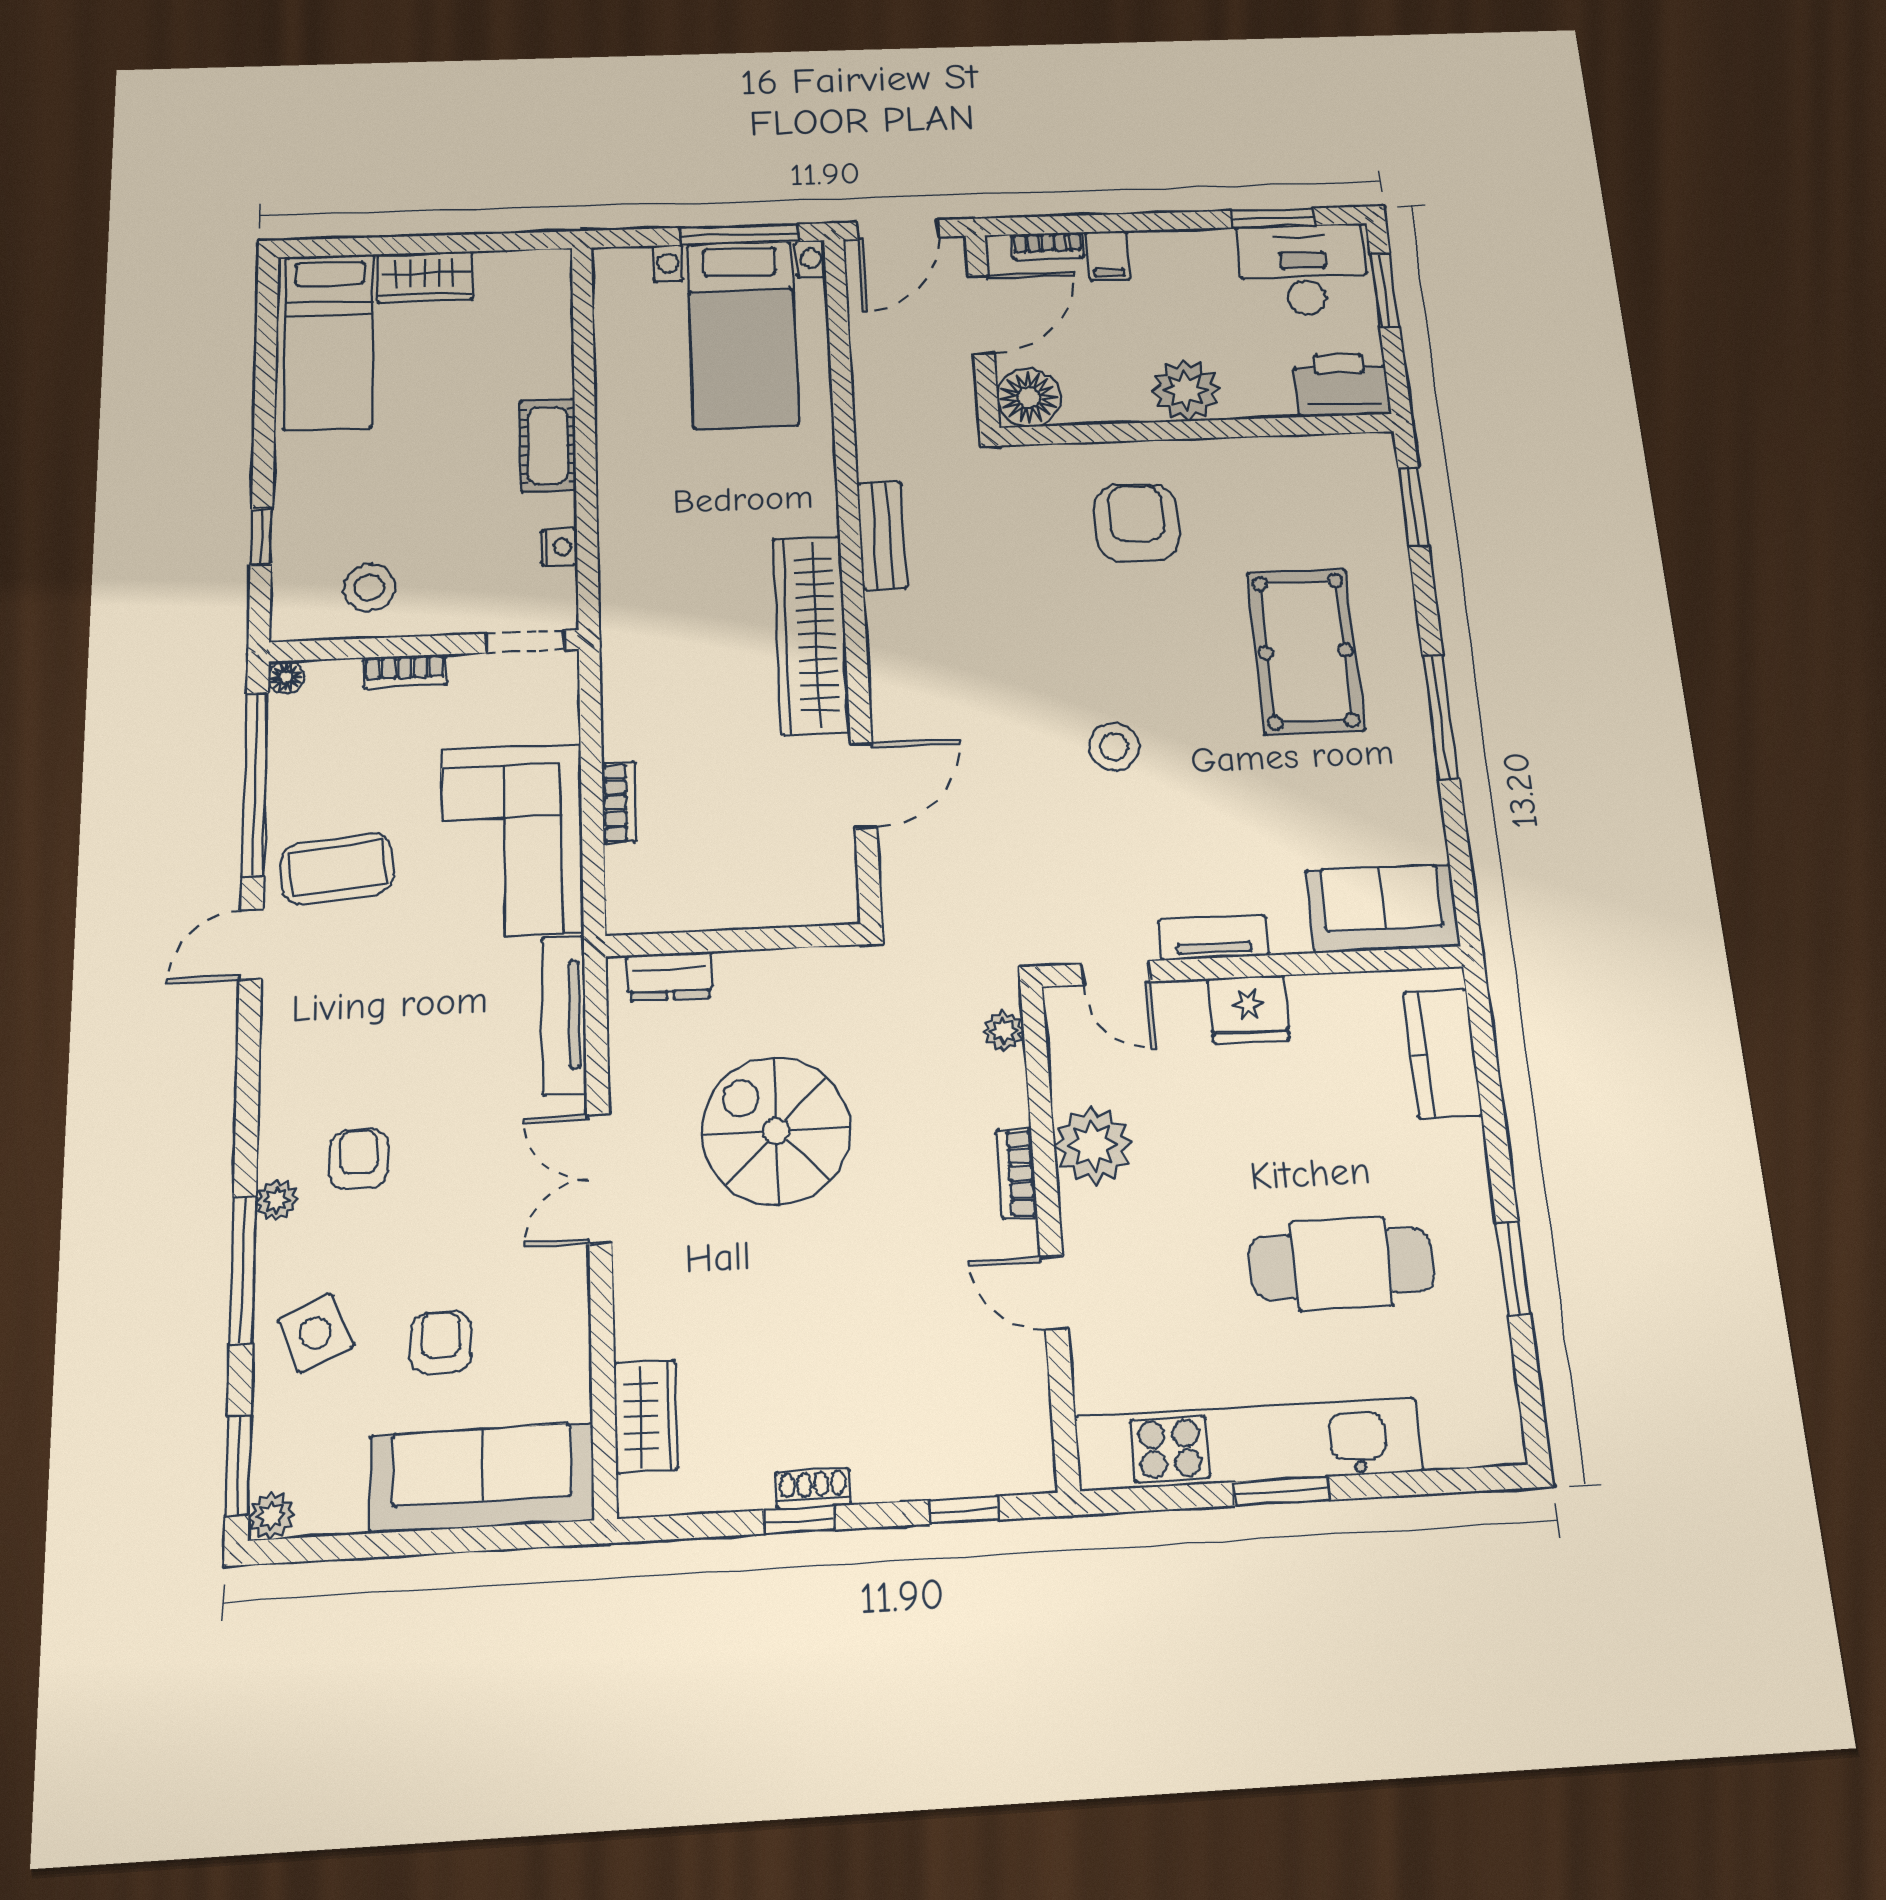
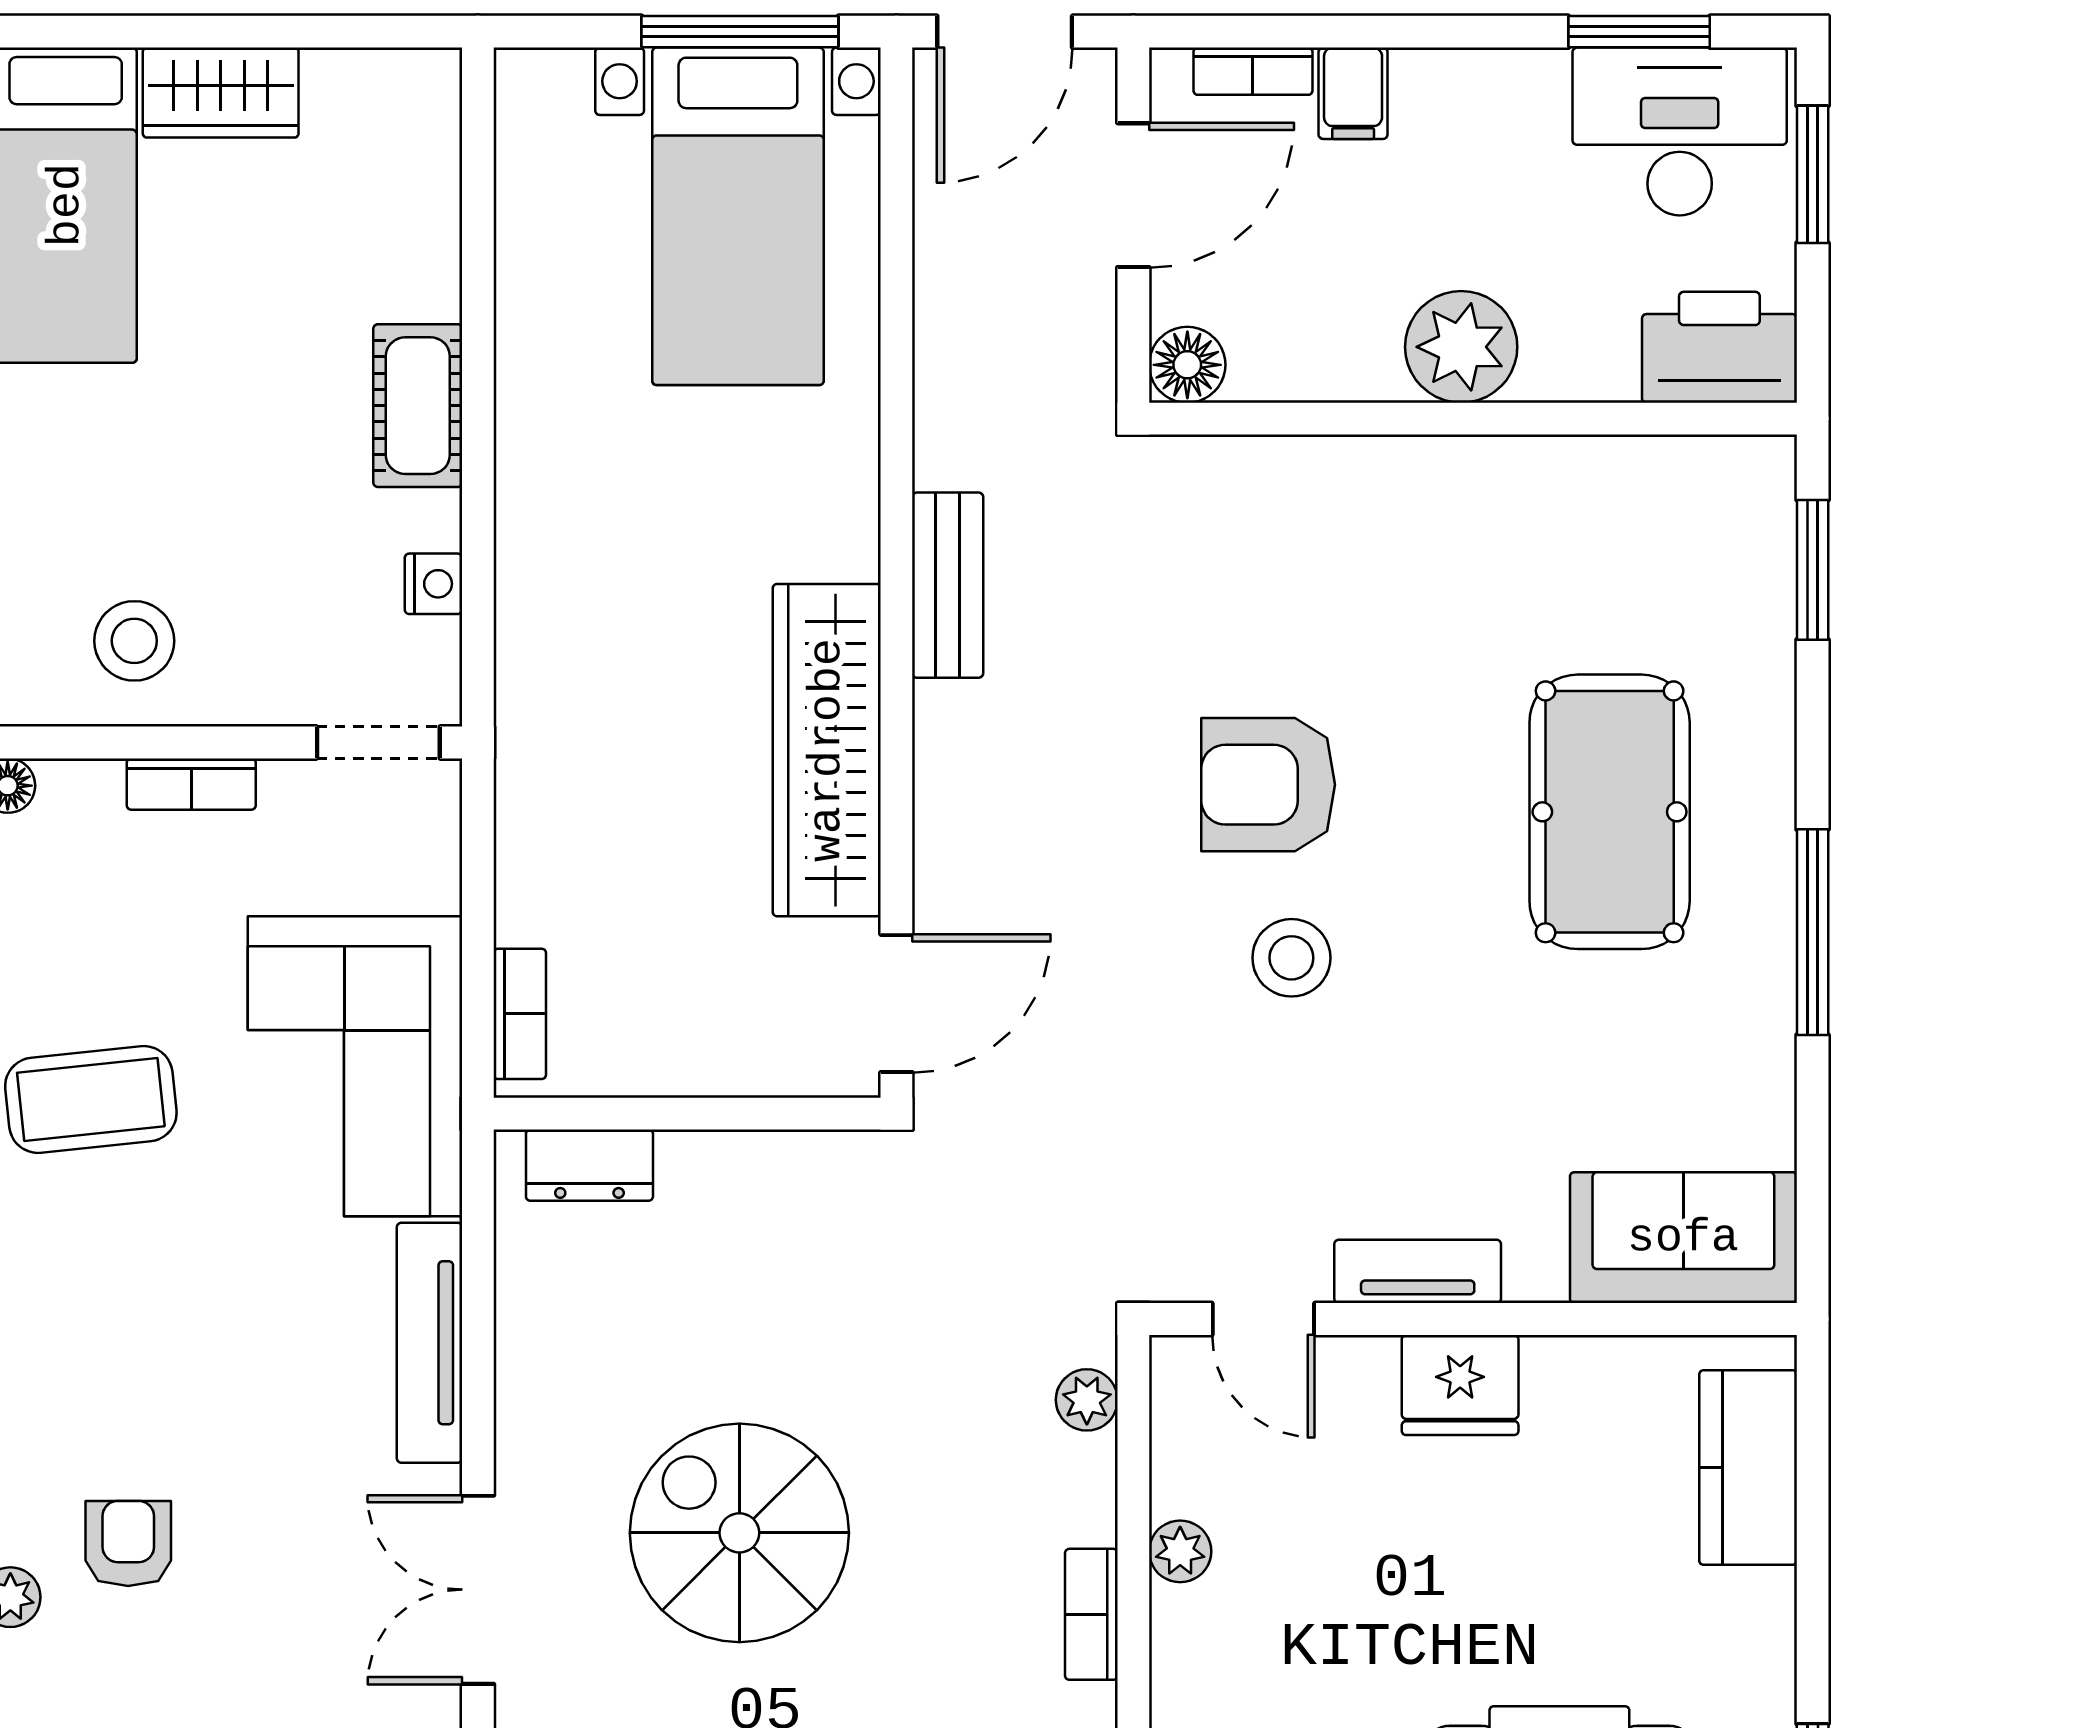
floor lamp: (1029, 398) -> (1187, 365), width x0.73, depth x0.73
armchair: (1137, 523) -> (1268, 785), moved, turned -90
wall: (734, 940) -> (687, 1114), moved
dresser: (670, 976) -> (589, 1165), moved
plant: (1093, 1145) -> (1180, 1551), width x0.53, depth x0.53

